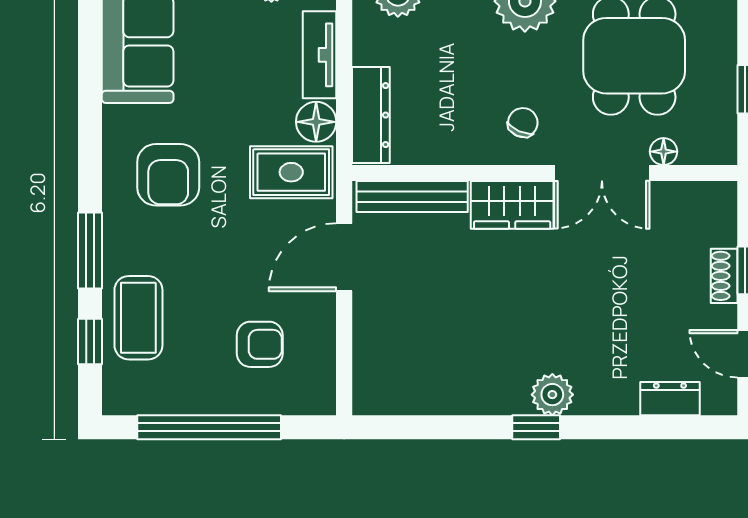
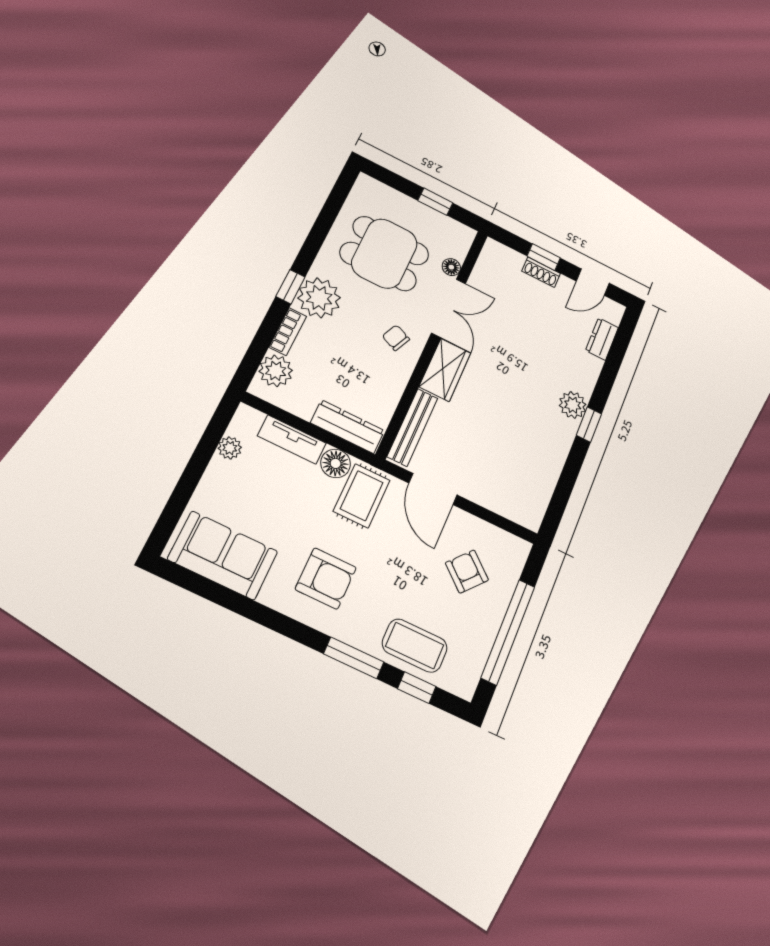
armchair: (260, 344) -> (467, 571), turned -49

